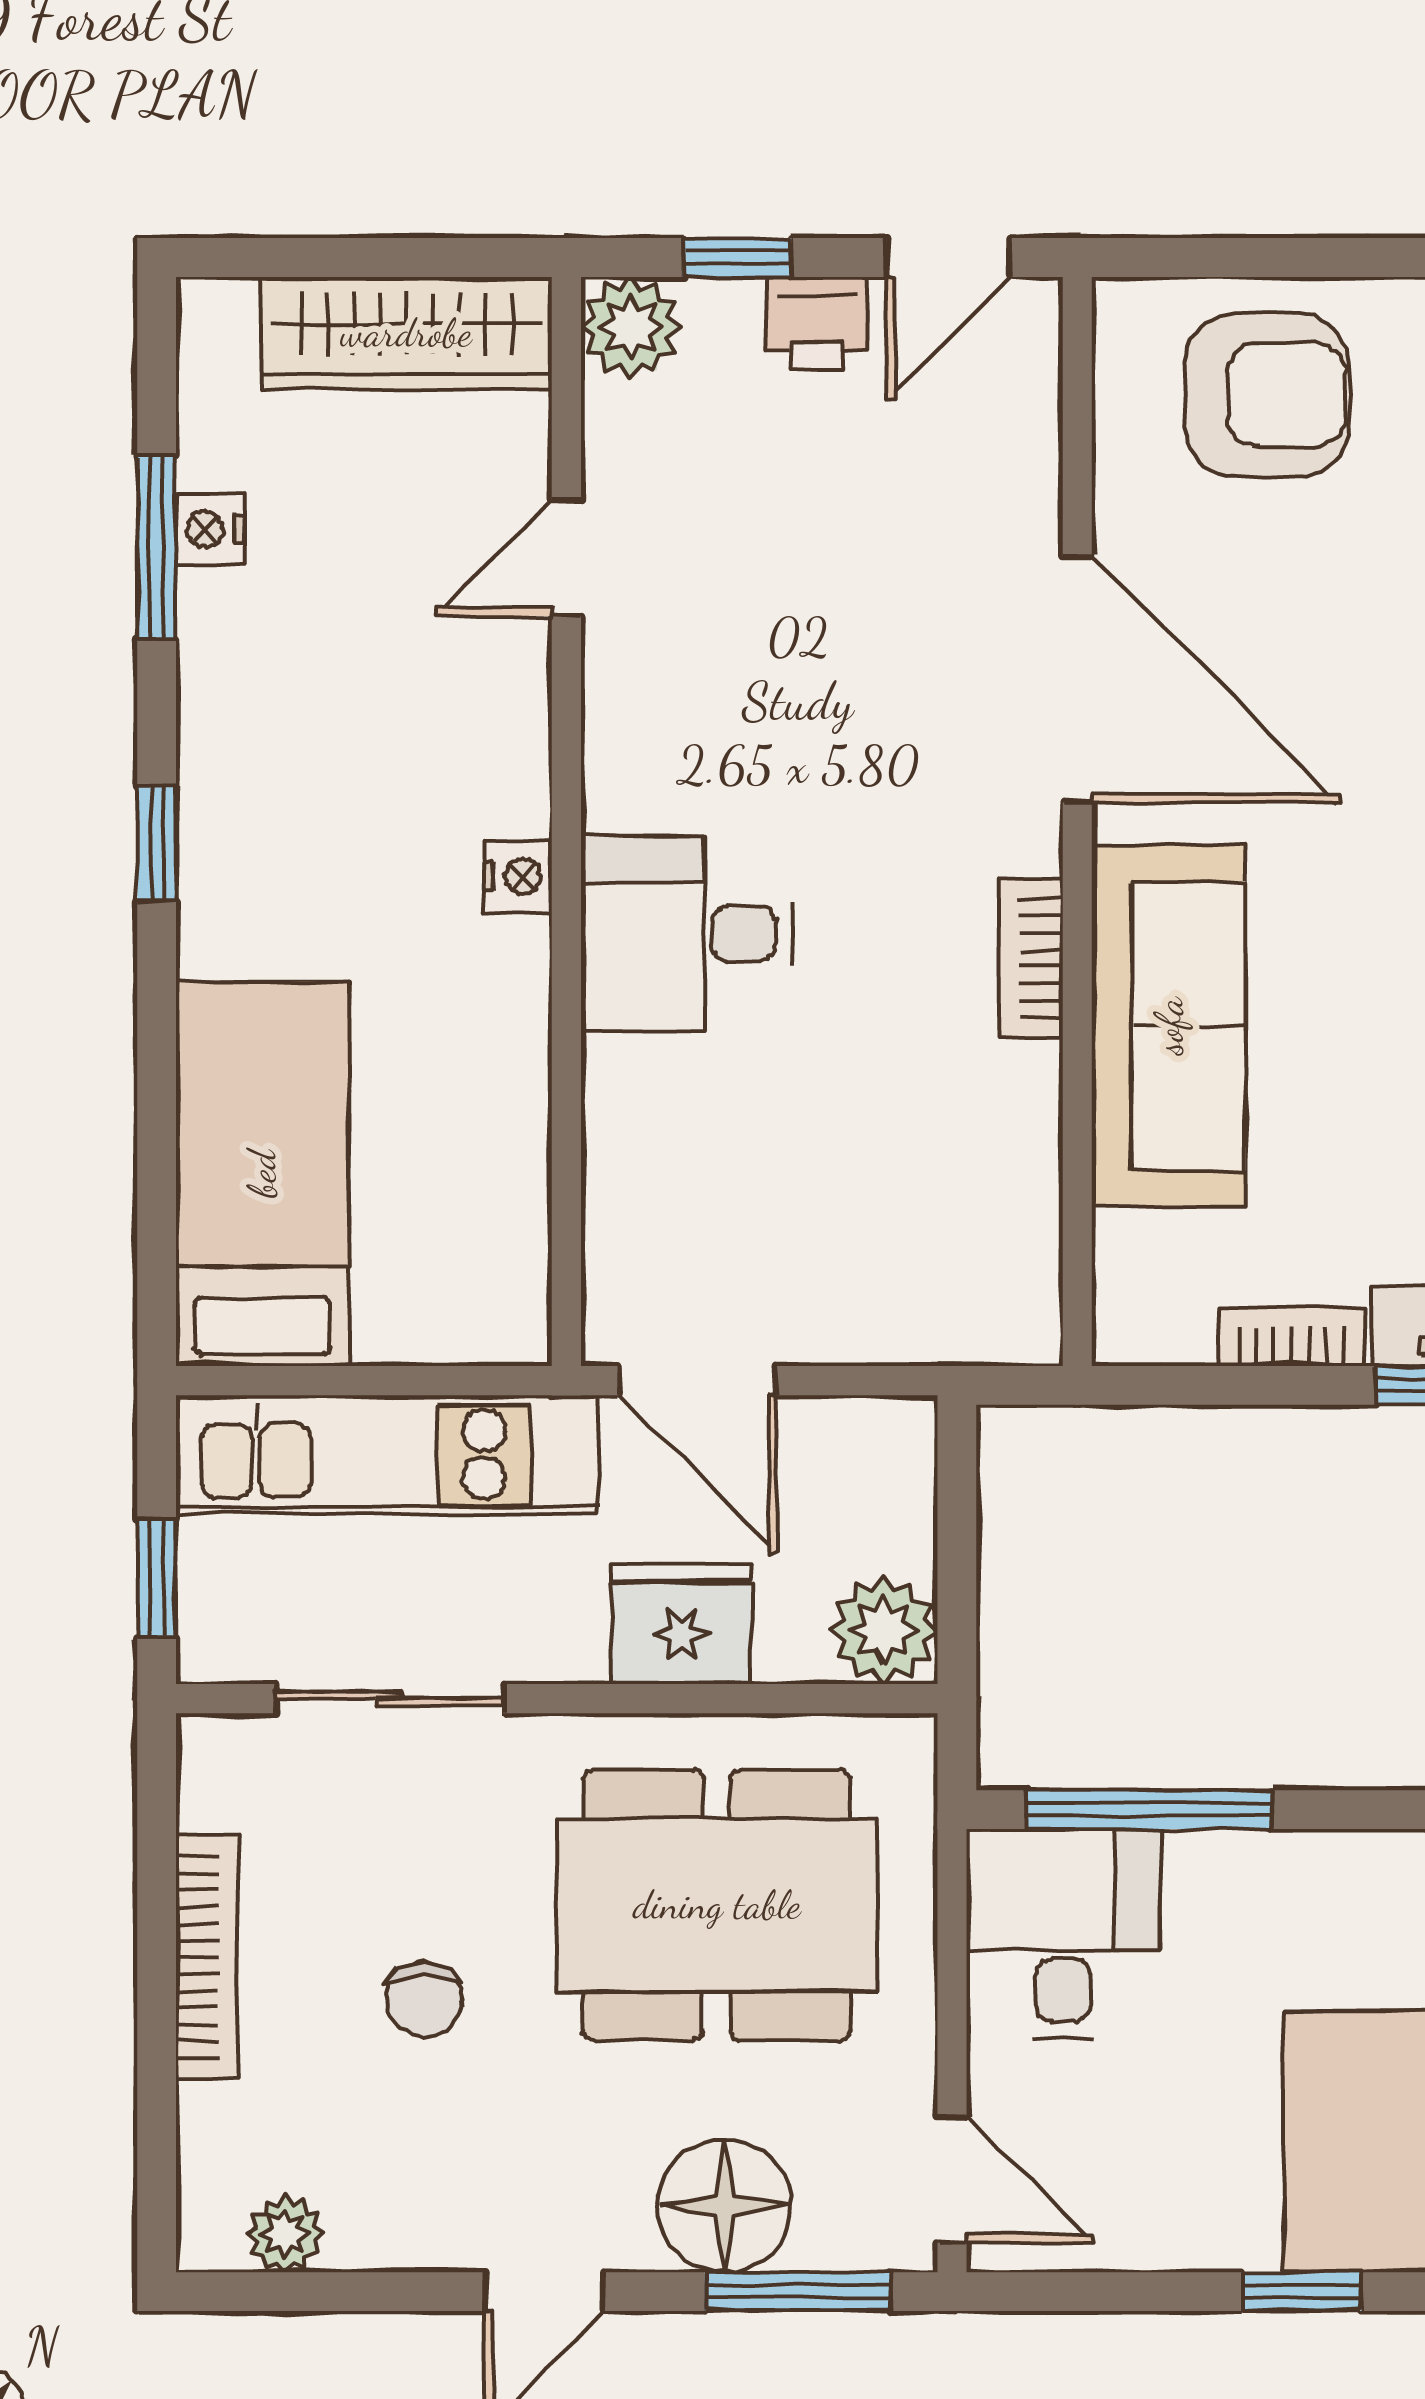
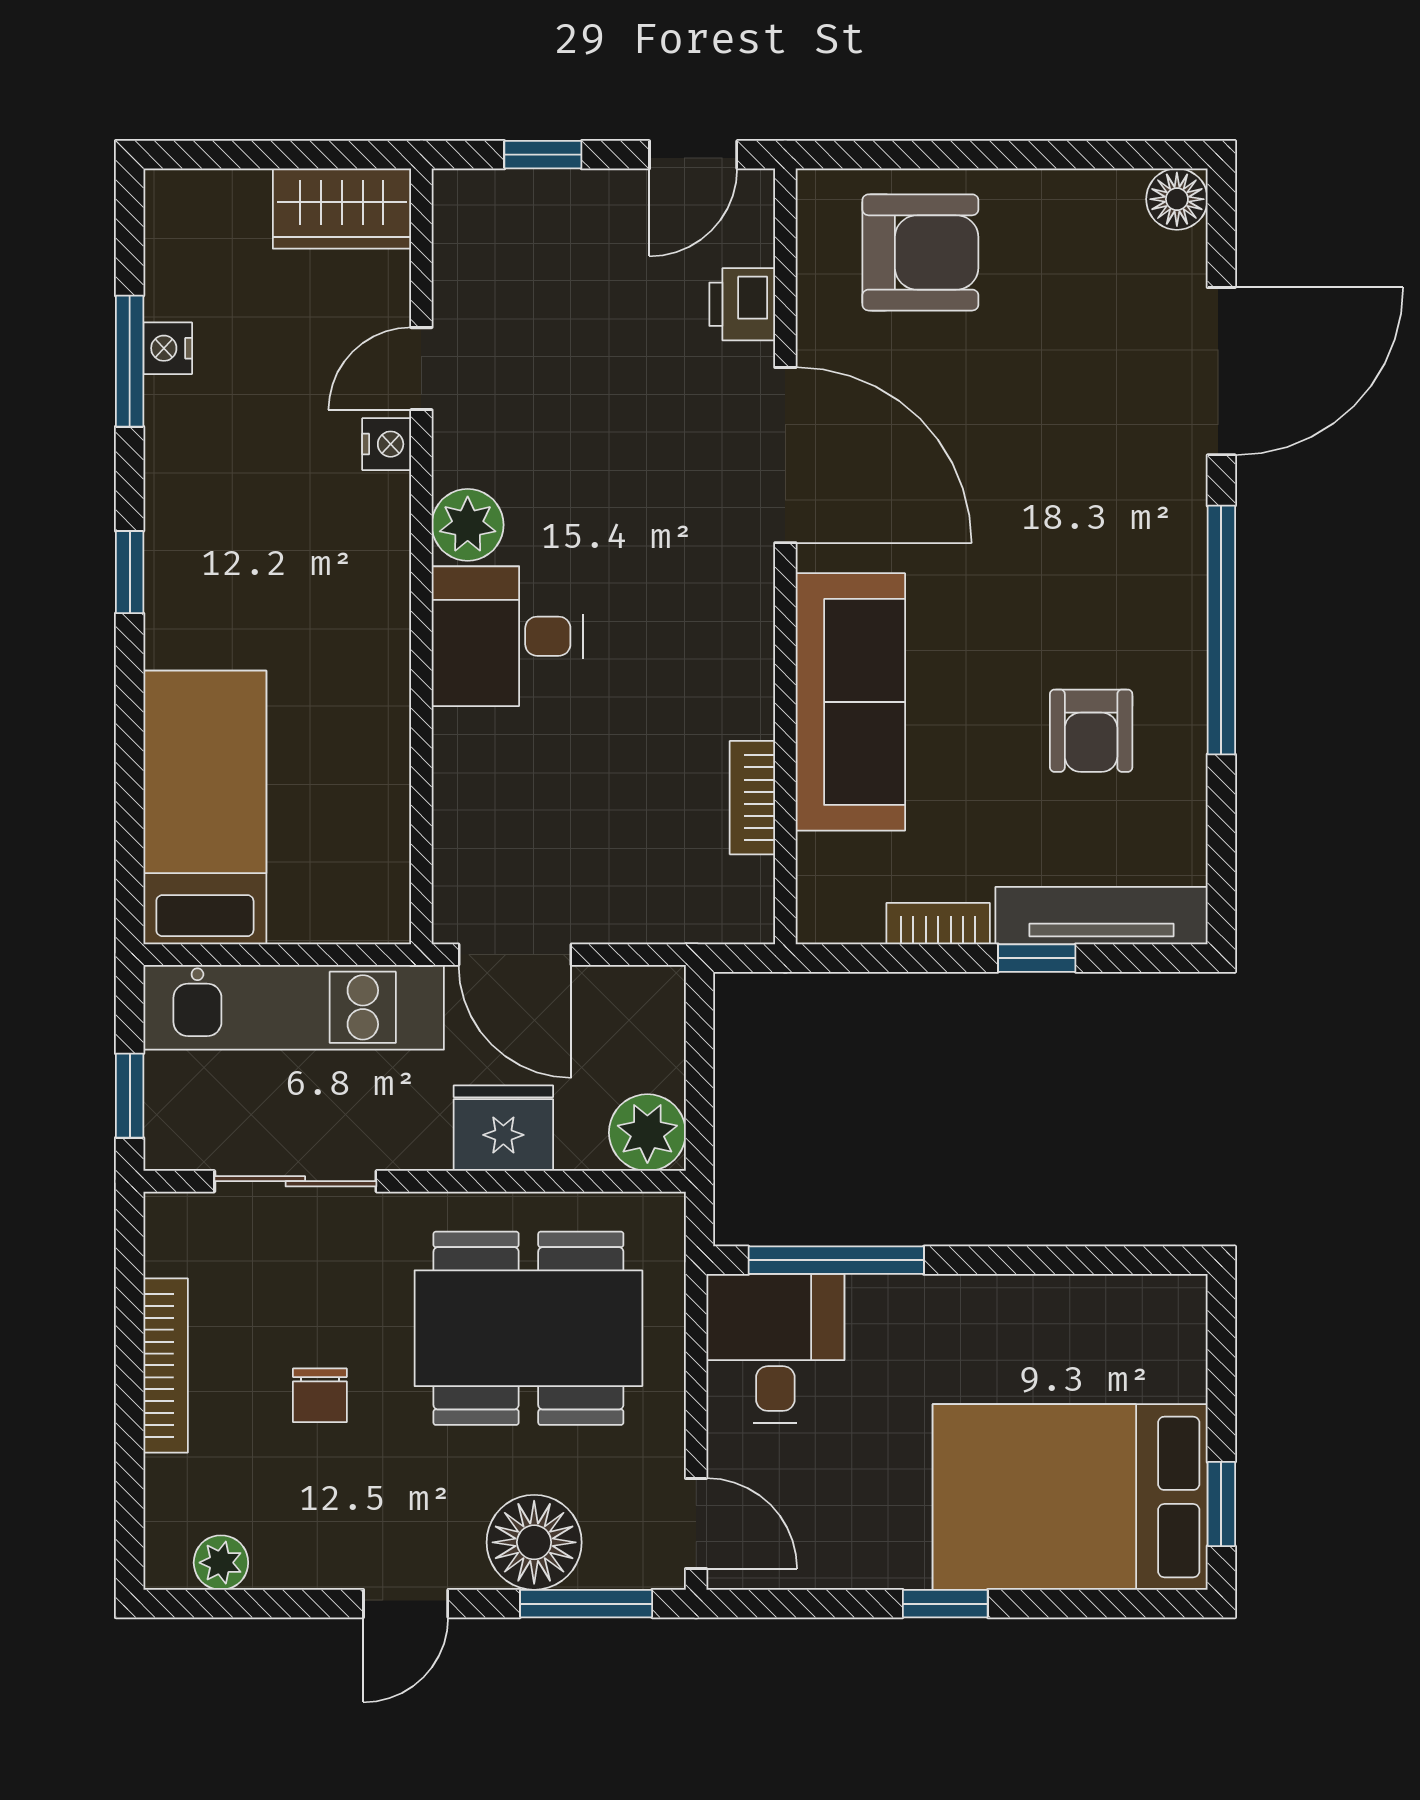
printer: (816, 323) -> (742, 304), moved, turned 90
plant: (631, 327) -> (468, 525), moved
wardrobe: (406, 333) -> (342, 209), width x0.67
nightstand: (518, 876) -> (387, 444), moved
bookcase: (1031, 958) -> (752, 798), moved

